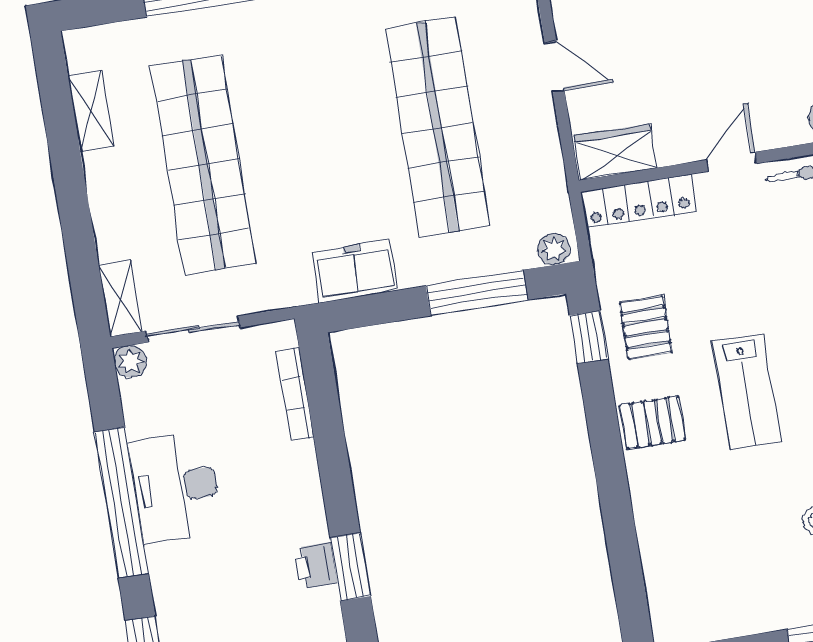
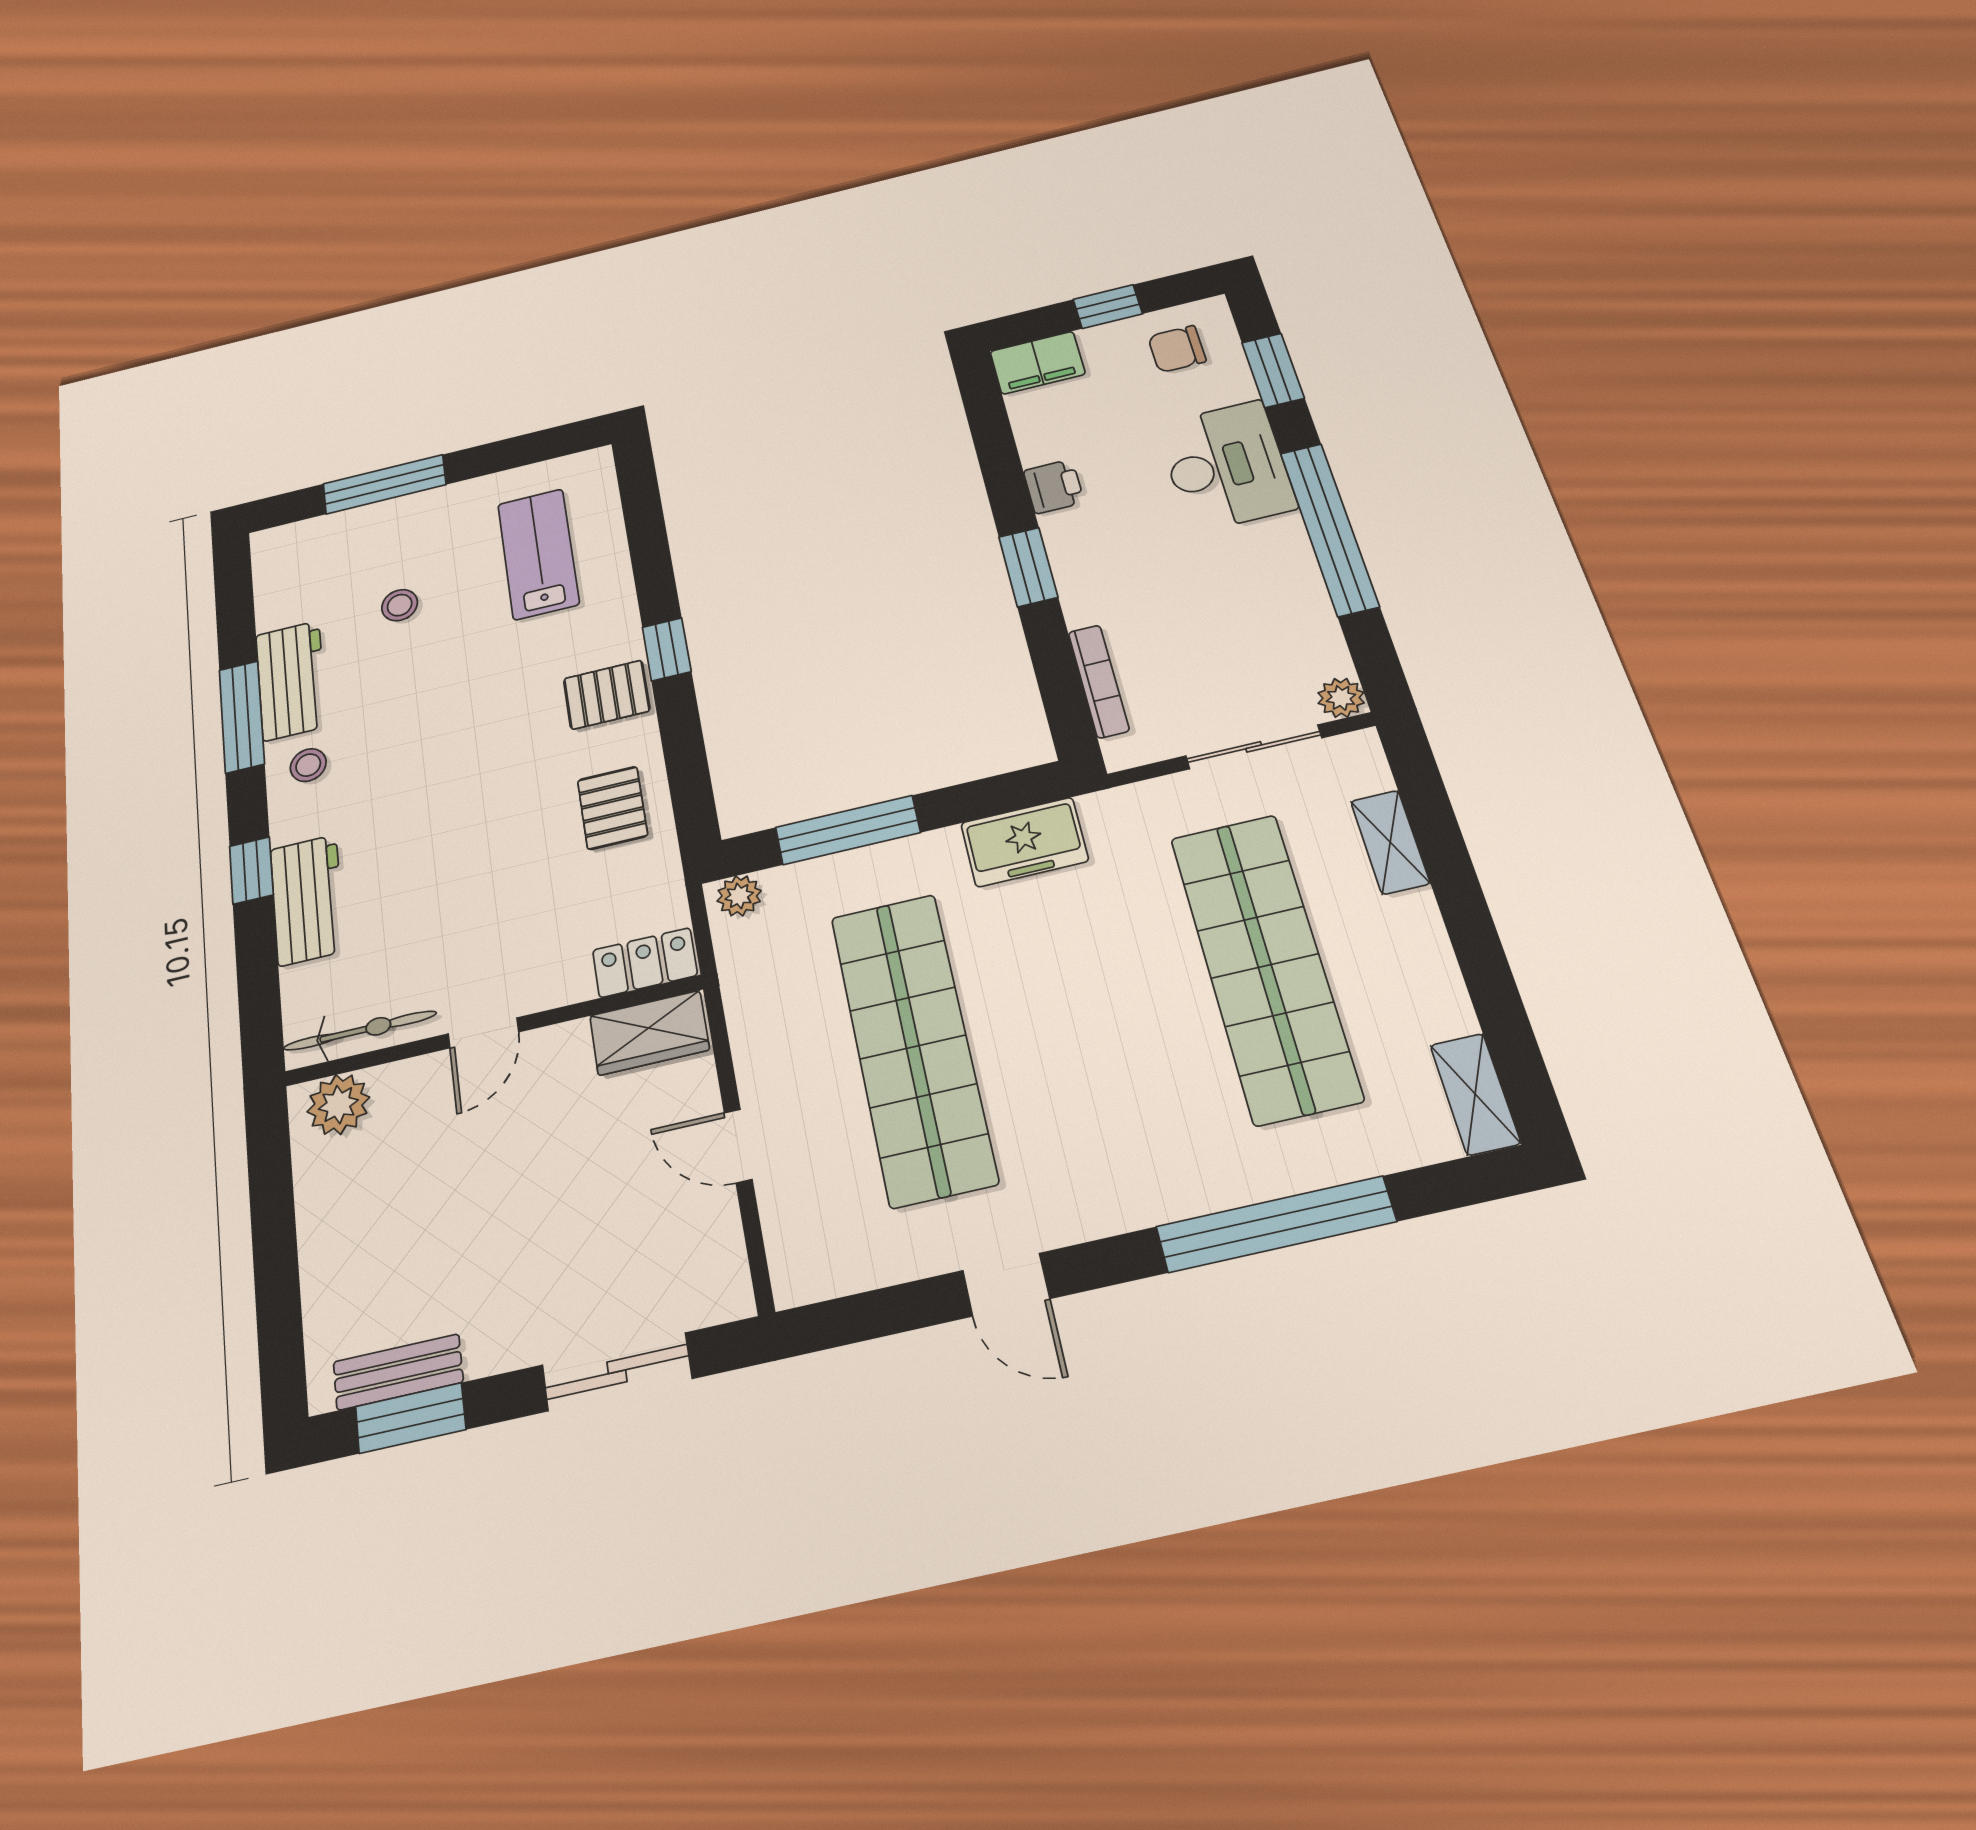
shelving: (91, 111) -> (1475, 1094), moved
locker: (639, 201) -> (645, 963), width x0.66
shelving: (120, 299) -> (1390, 842), moved
window: (589, 337) -> (667, 649), moved
lab bench: (747, 391) -> (538, 554), moved
desk: (176, 487) -> (1226, 466), moved
window: (350, 567) -> (1028, 567), moved

